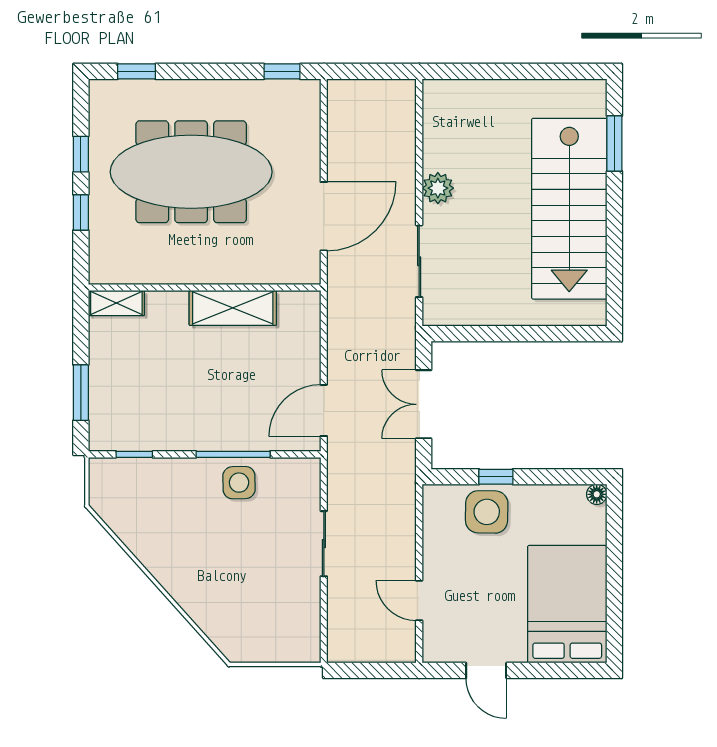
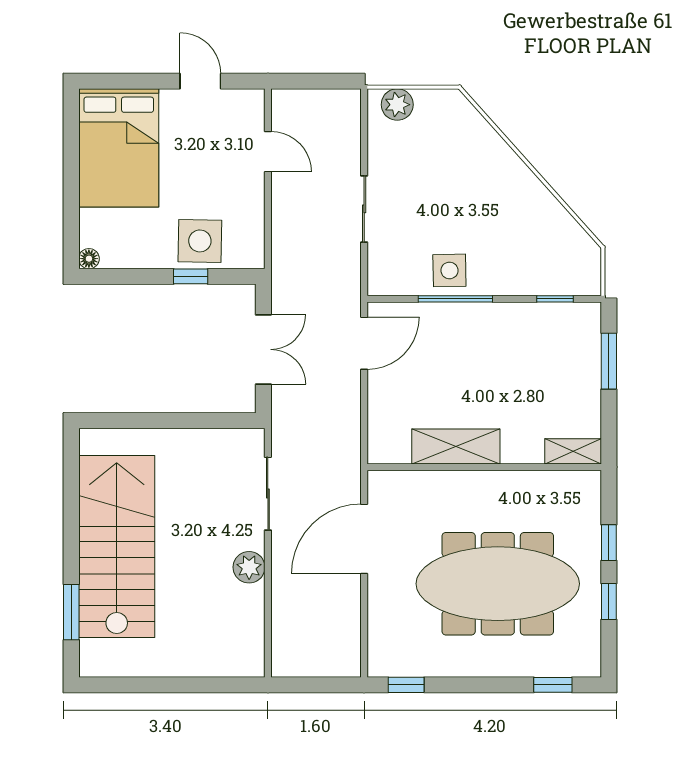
plant: (291, 647) -> (397, 105), added

